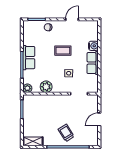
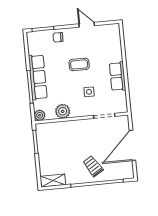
door: (72, 19) -> (87, 25), hinge flipped
water cooler: (93, 46) -> (116, 55), removed
row of seats: (29, 58) -> (38, 77), width x1.48
door: (99, 119) -> (132, 145), width x1.88

